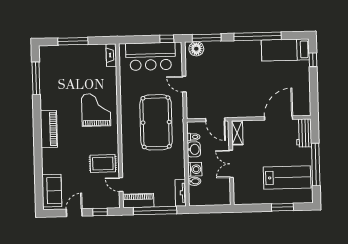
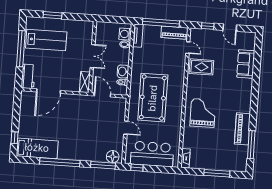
grand piano: (96, 110) -> (203, 113), turned 180
piano: (49, 129) -> (242, 129), moved
washing machine: (195, 169) -> (125, 34), moved
lab bench: (287, 178) -> (46, 40), turned 180
sofa: (52, 191) -> (246, 64), moved
door: (74, 213) -> (230, 28), hinge flipped

